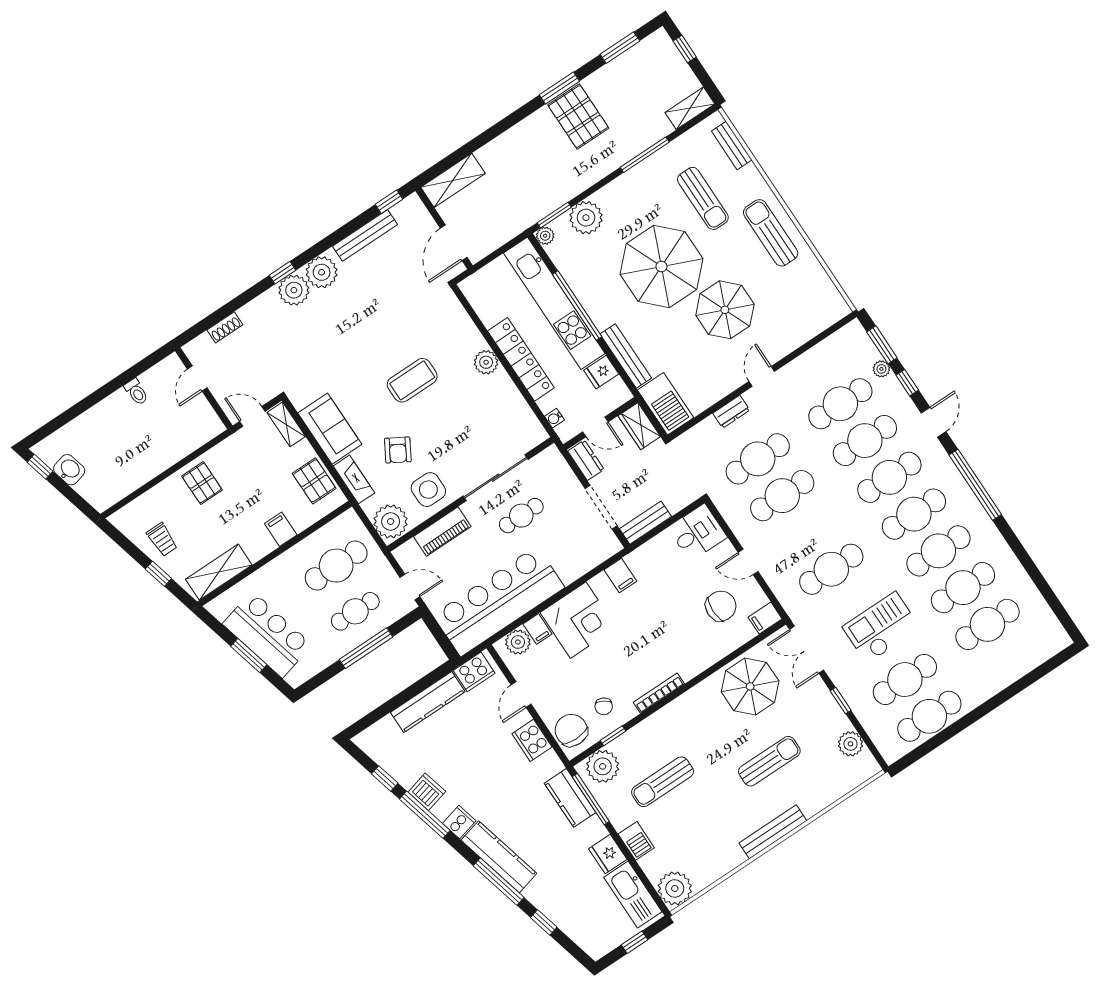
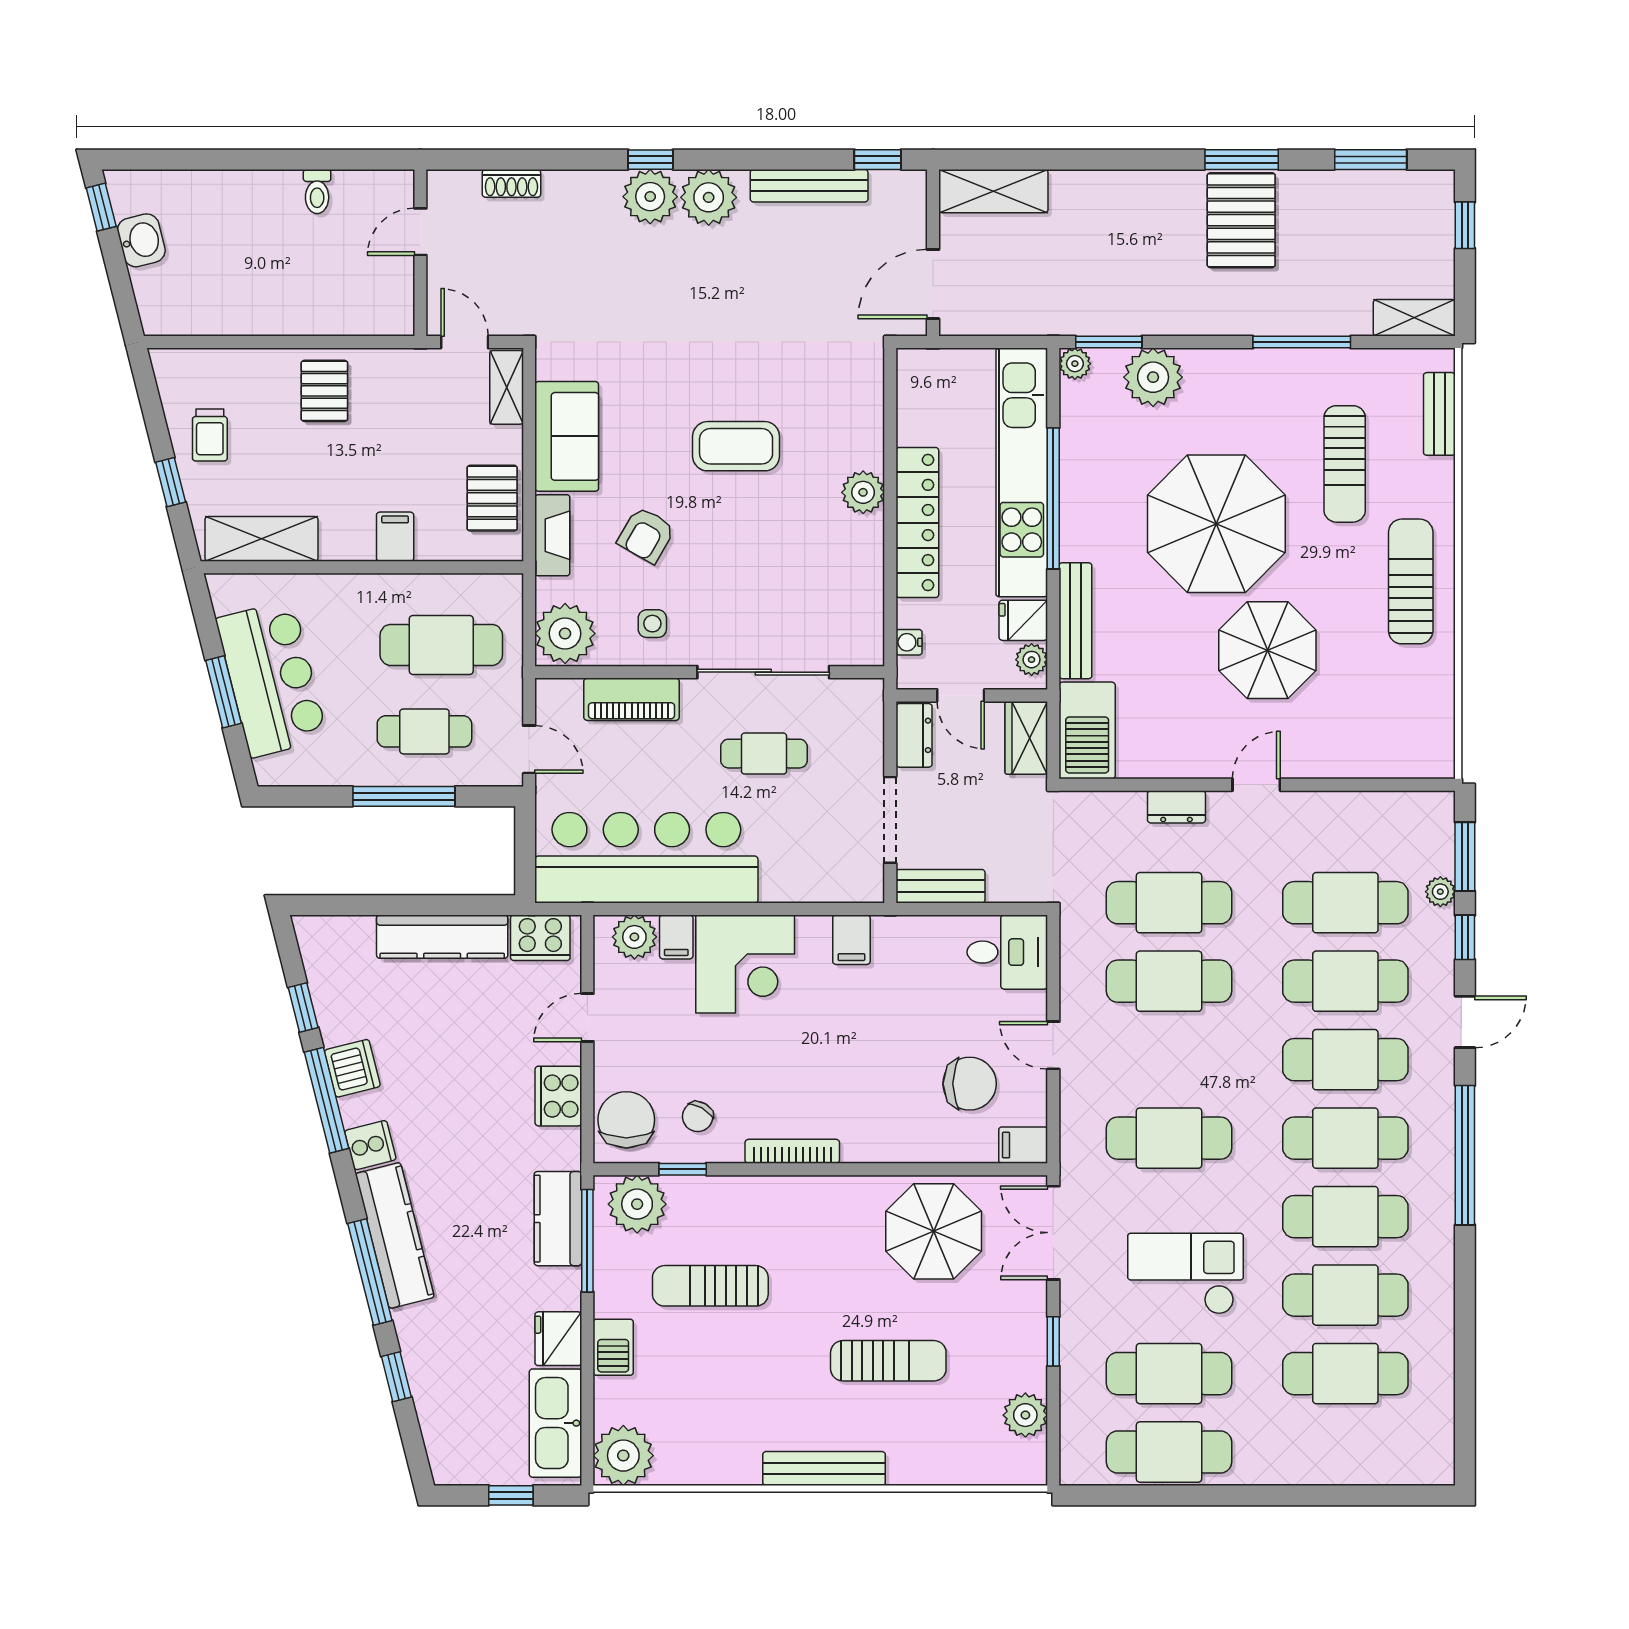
plant: (617, 388) -> (1032, 660), added
side table: (428, 490) -> (652, 624), width x0.54, depth x0.54

